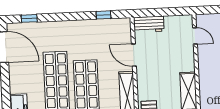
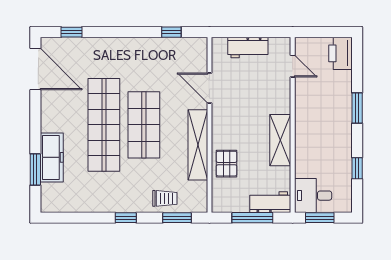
workbench: (149, 24) -> (248, 48), moved

